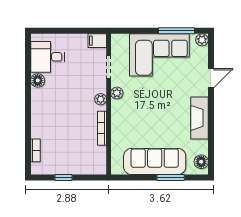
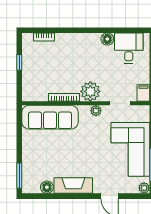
plant: (101, 99) -> (90, 91), width x1.88, depth x1.88
sofa: (155, 162) -> (50, 117), moved, turned 90
floor lamp: (201, 162) -> (47, 187), moved
window: (171, 178) -> (19, 176), moved

